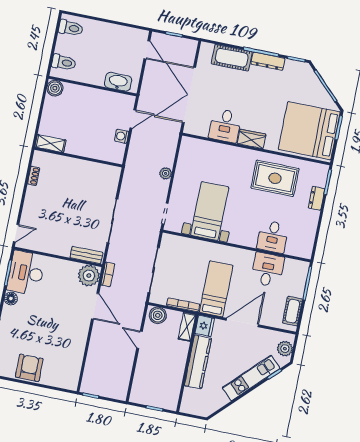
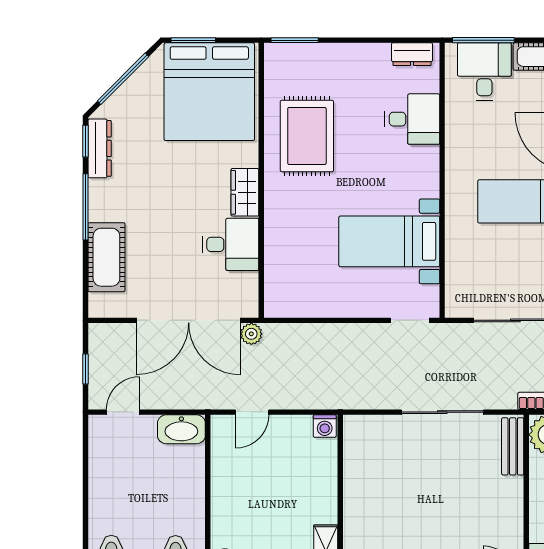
dresser: (268, 61) -> (100, 148), moved
washbasin: (118, 82) -> (181, 429), moved, turned -90
door: (133, 119) -> (252, 412), swing flipped
washing machine: (122, 136) -> (325, 426), moved
plant: (166, 173) -> (251, 334), moved
dresser: (317, 198) -> (412, 54), moved
desk: (267, 270) -> (484, 72), moved, turned 90

